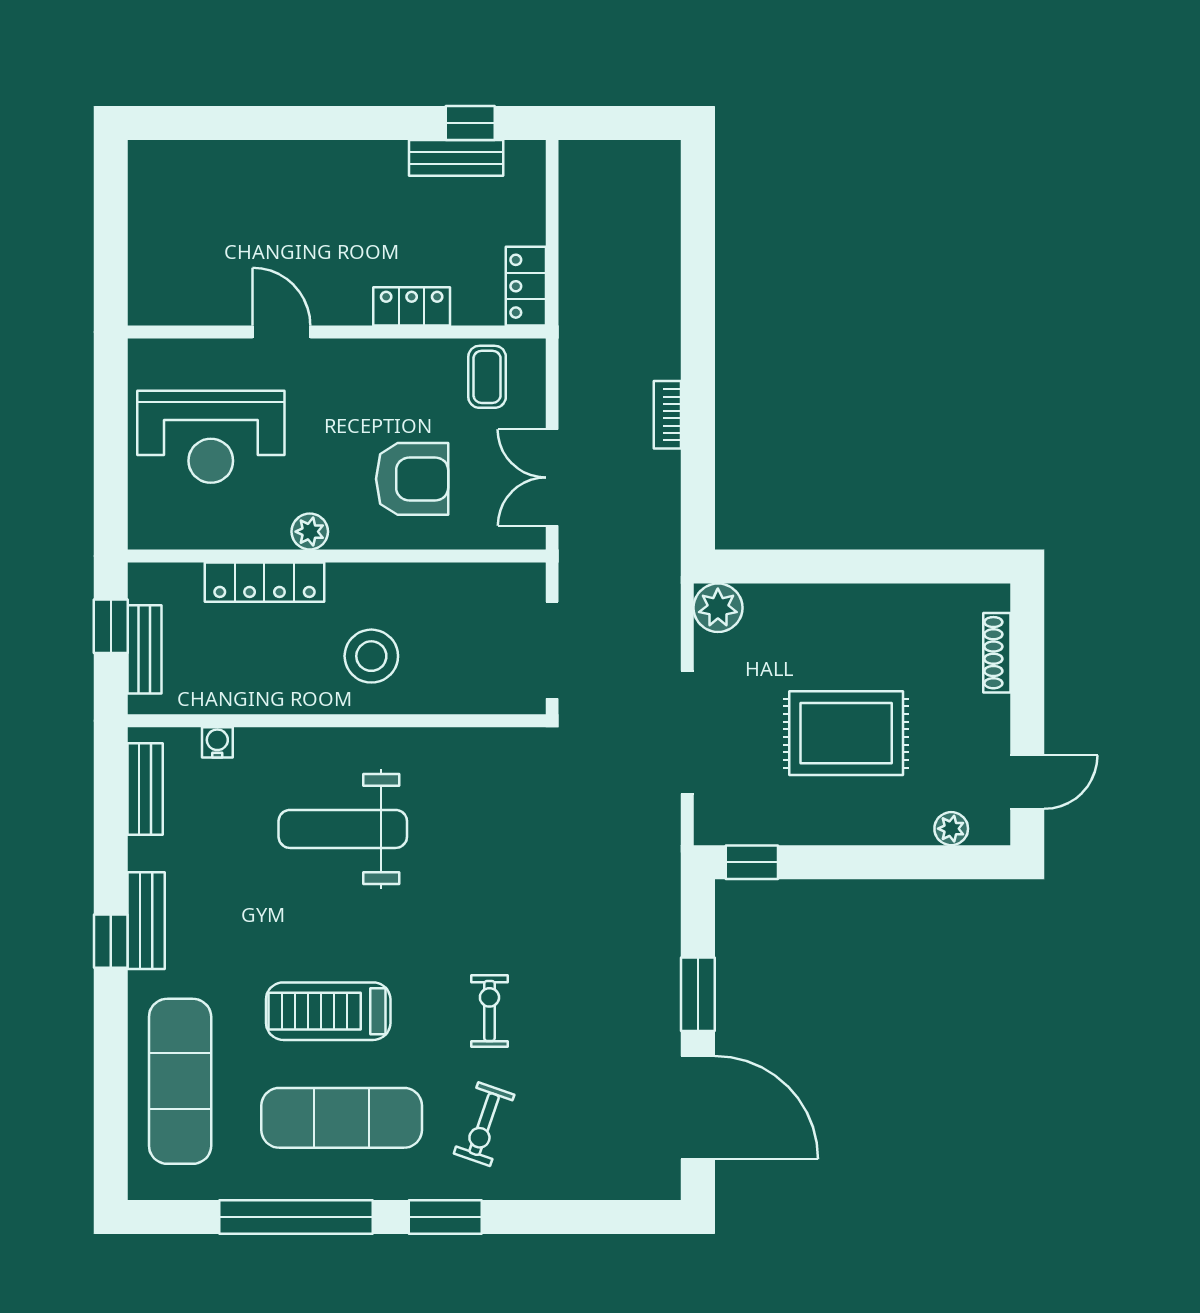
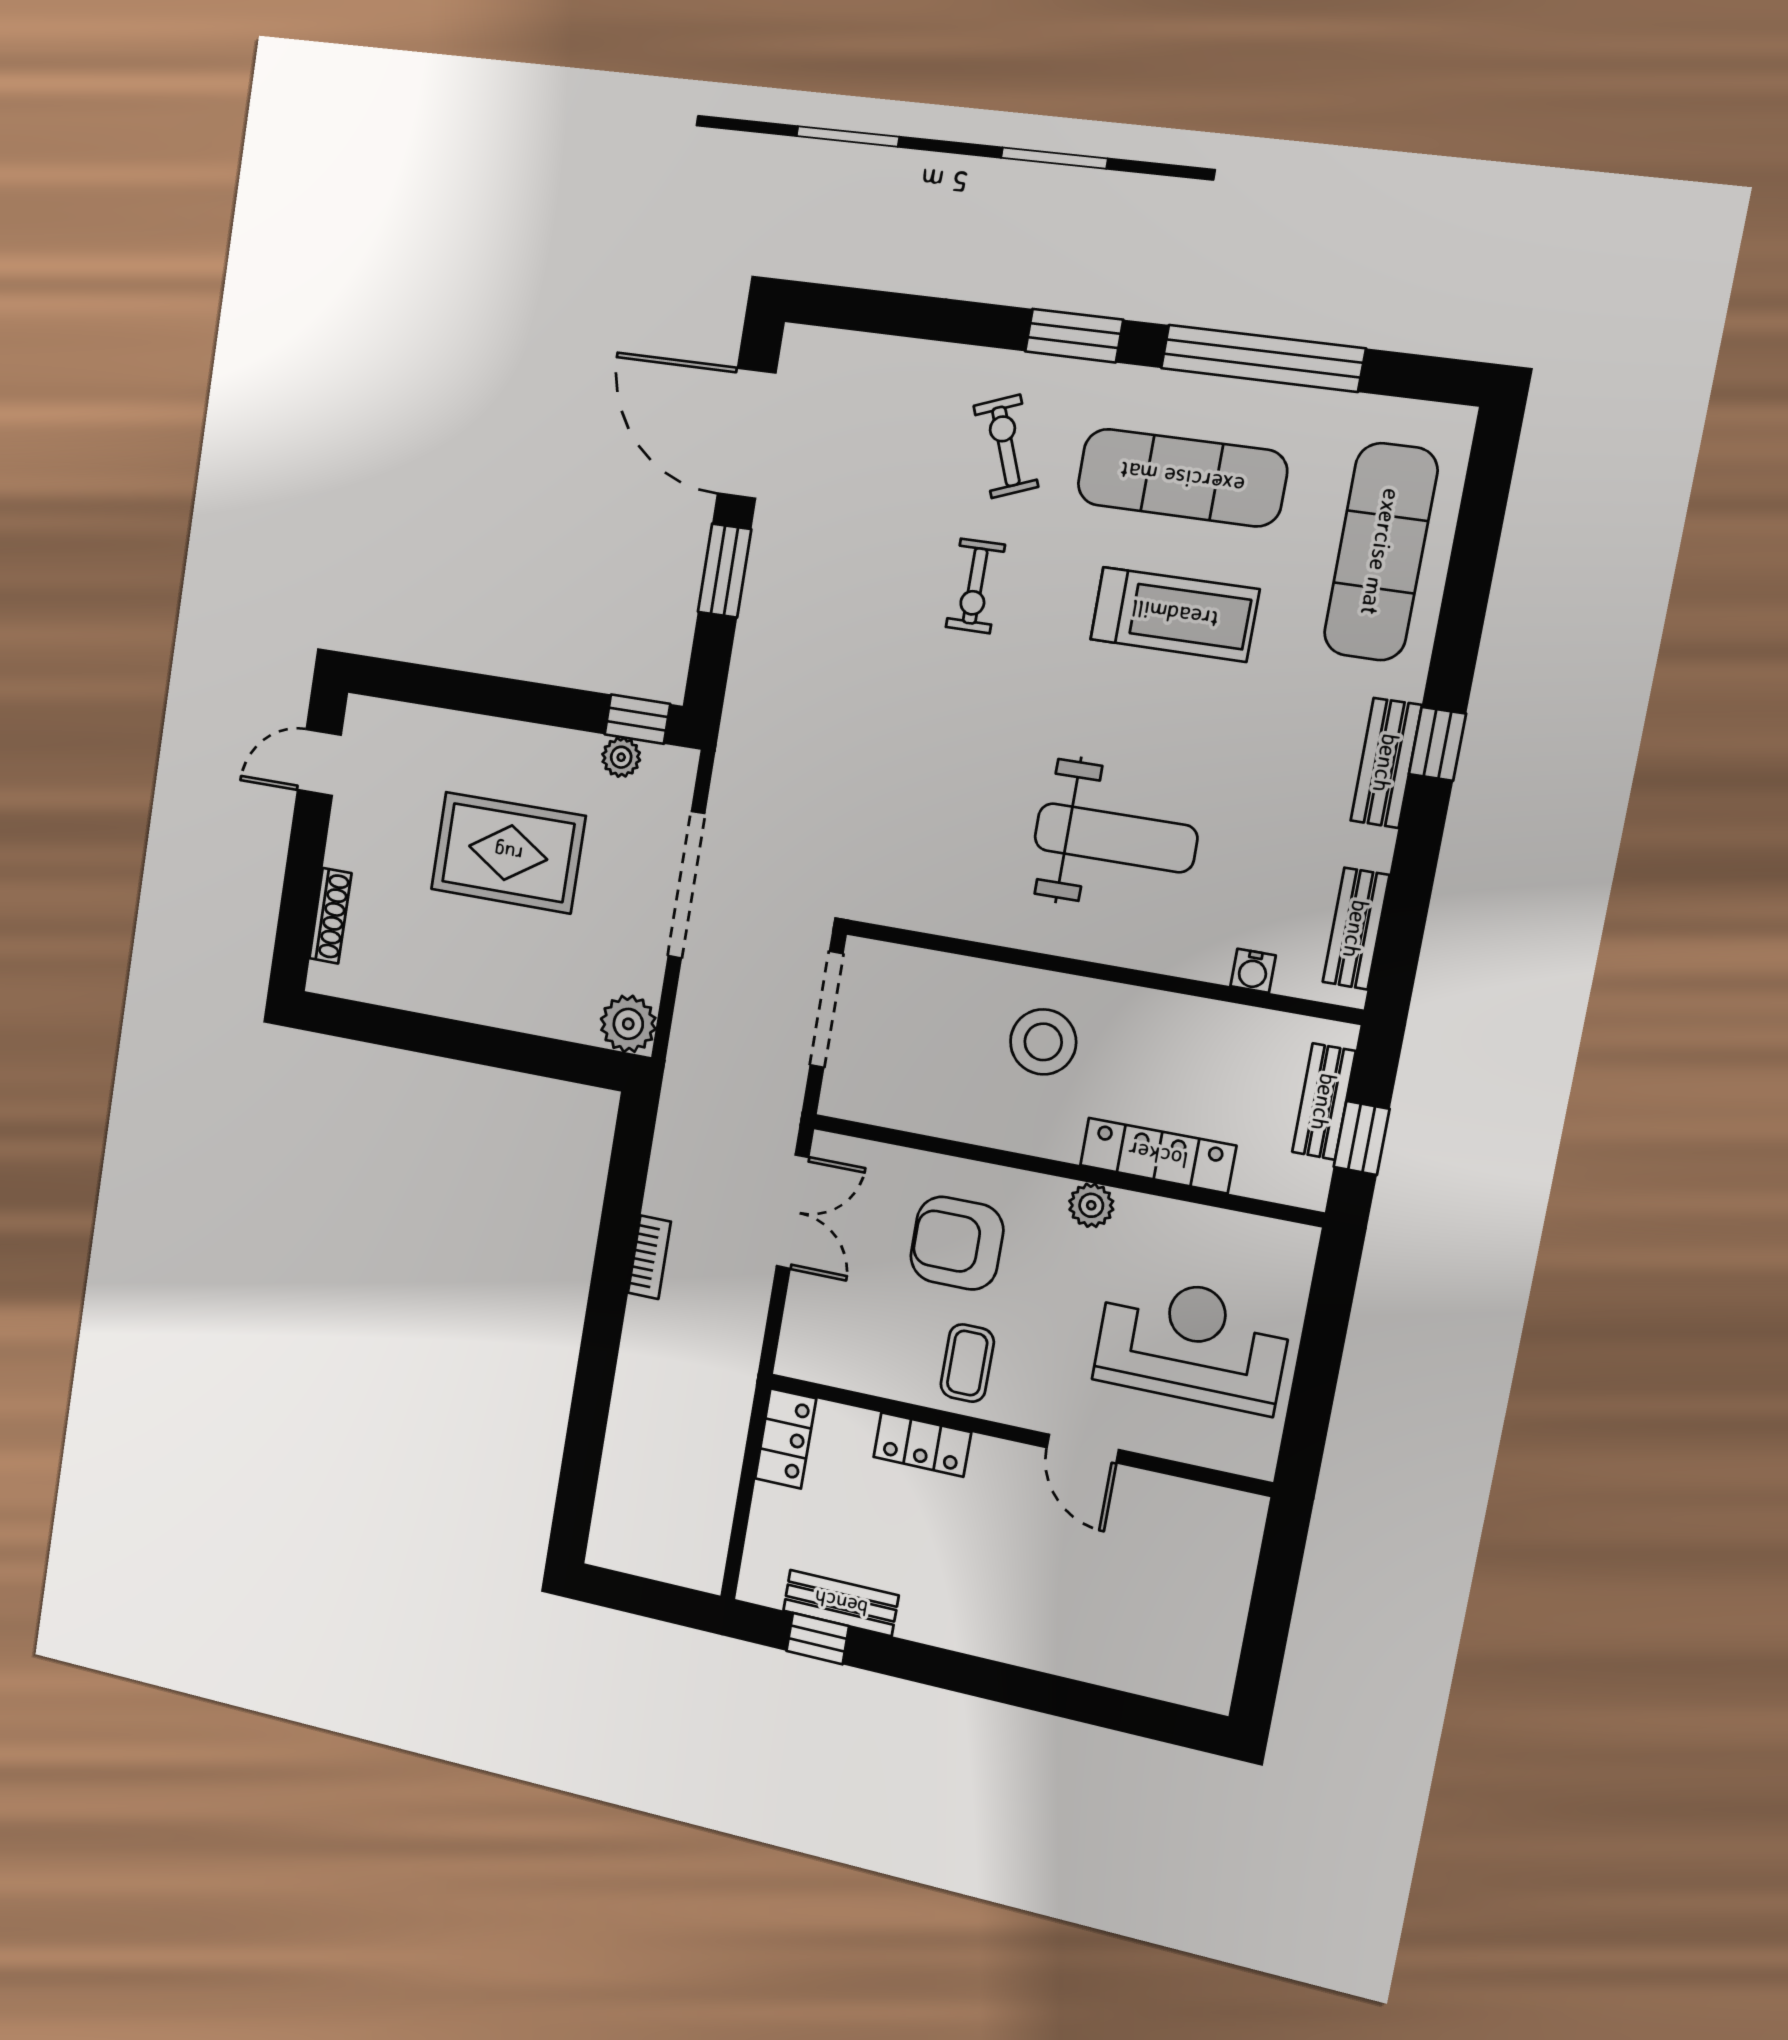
coffee table: (487, 377) -> (967, 1363), moved
plant: (951, 829) -> (621, 757), moved
exercise bike: (484, 1124) -> (1006, 446), turned -40

